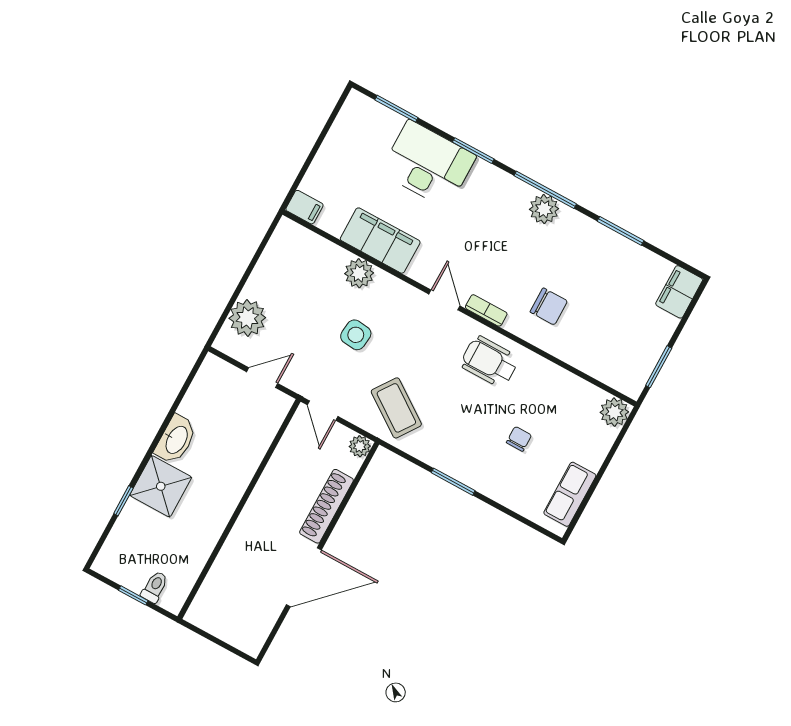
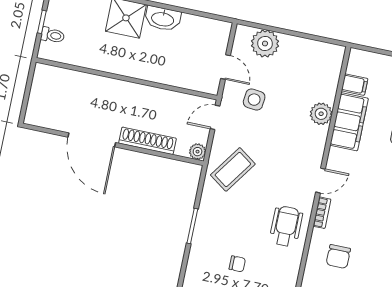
filing cabinet: (304, 207) -> (355, 85), moved, turned -90
side table: (356, 335) -> (254, 100), moved

